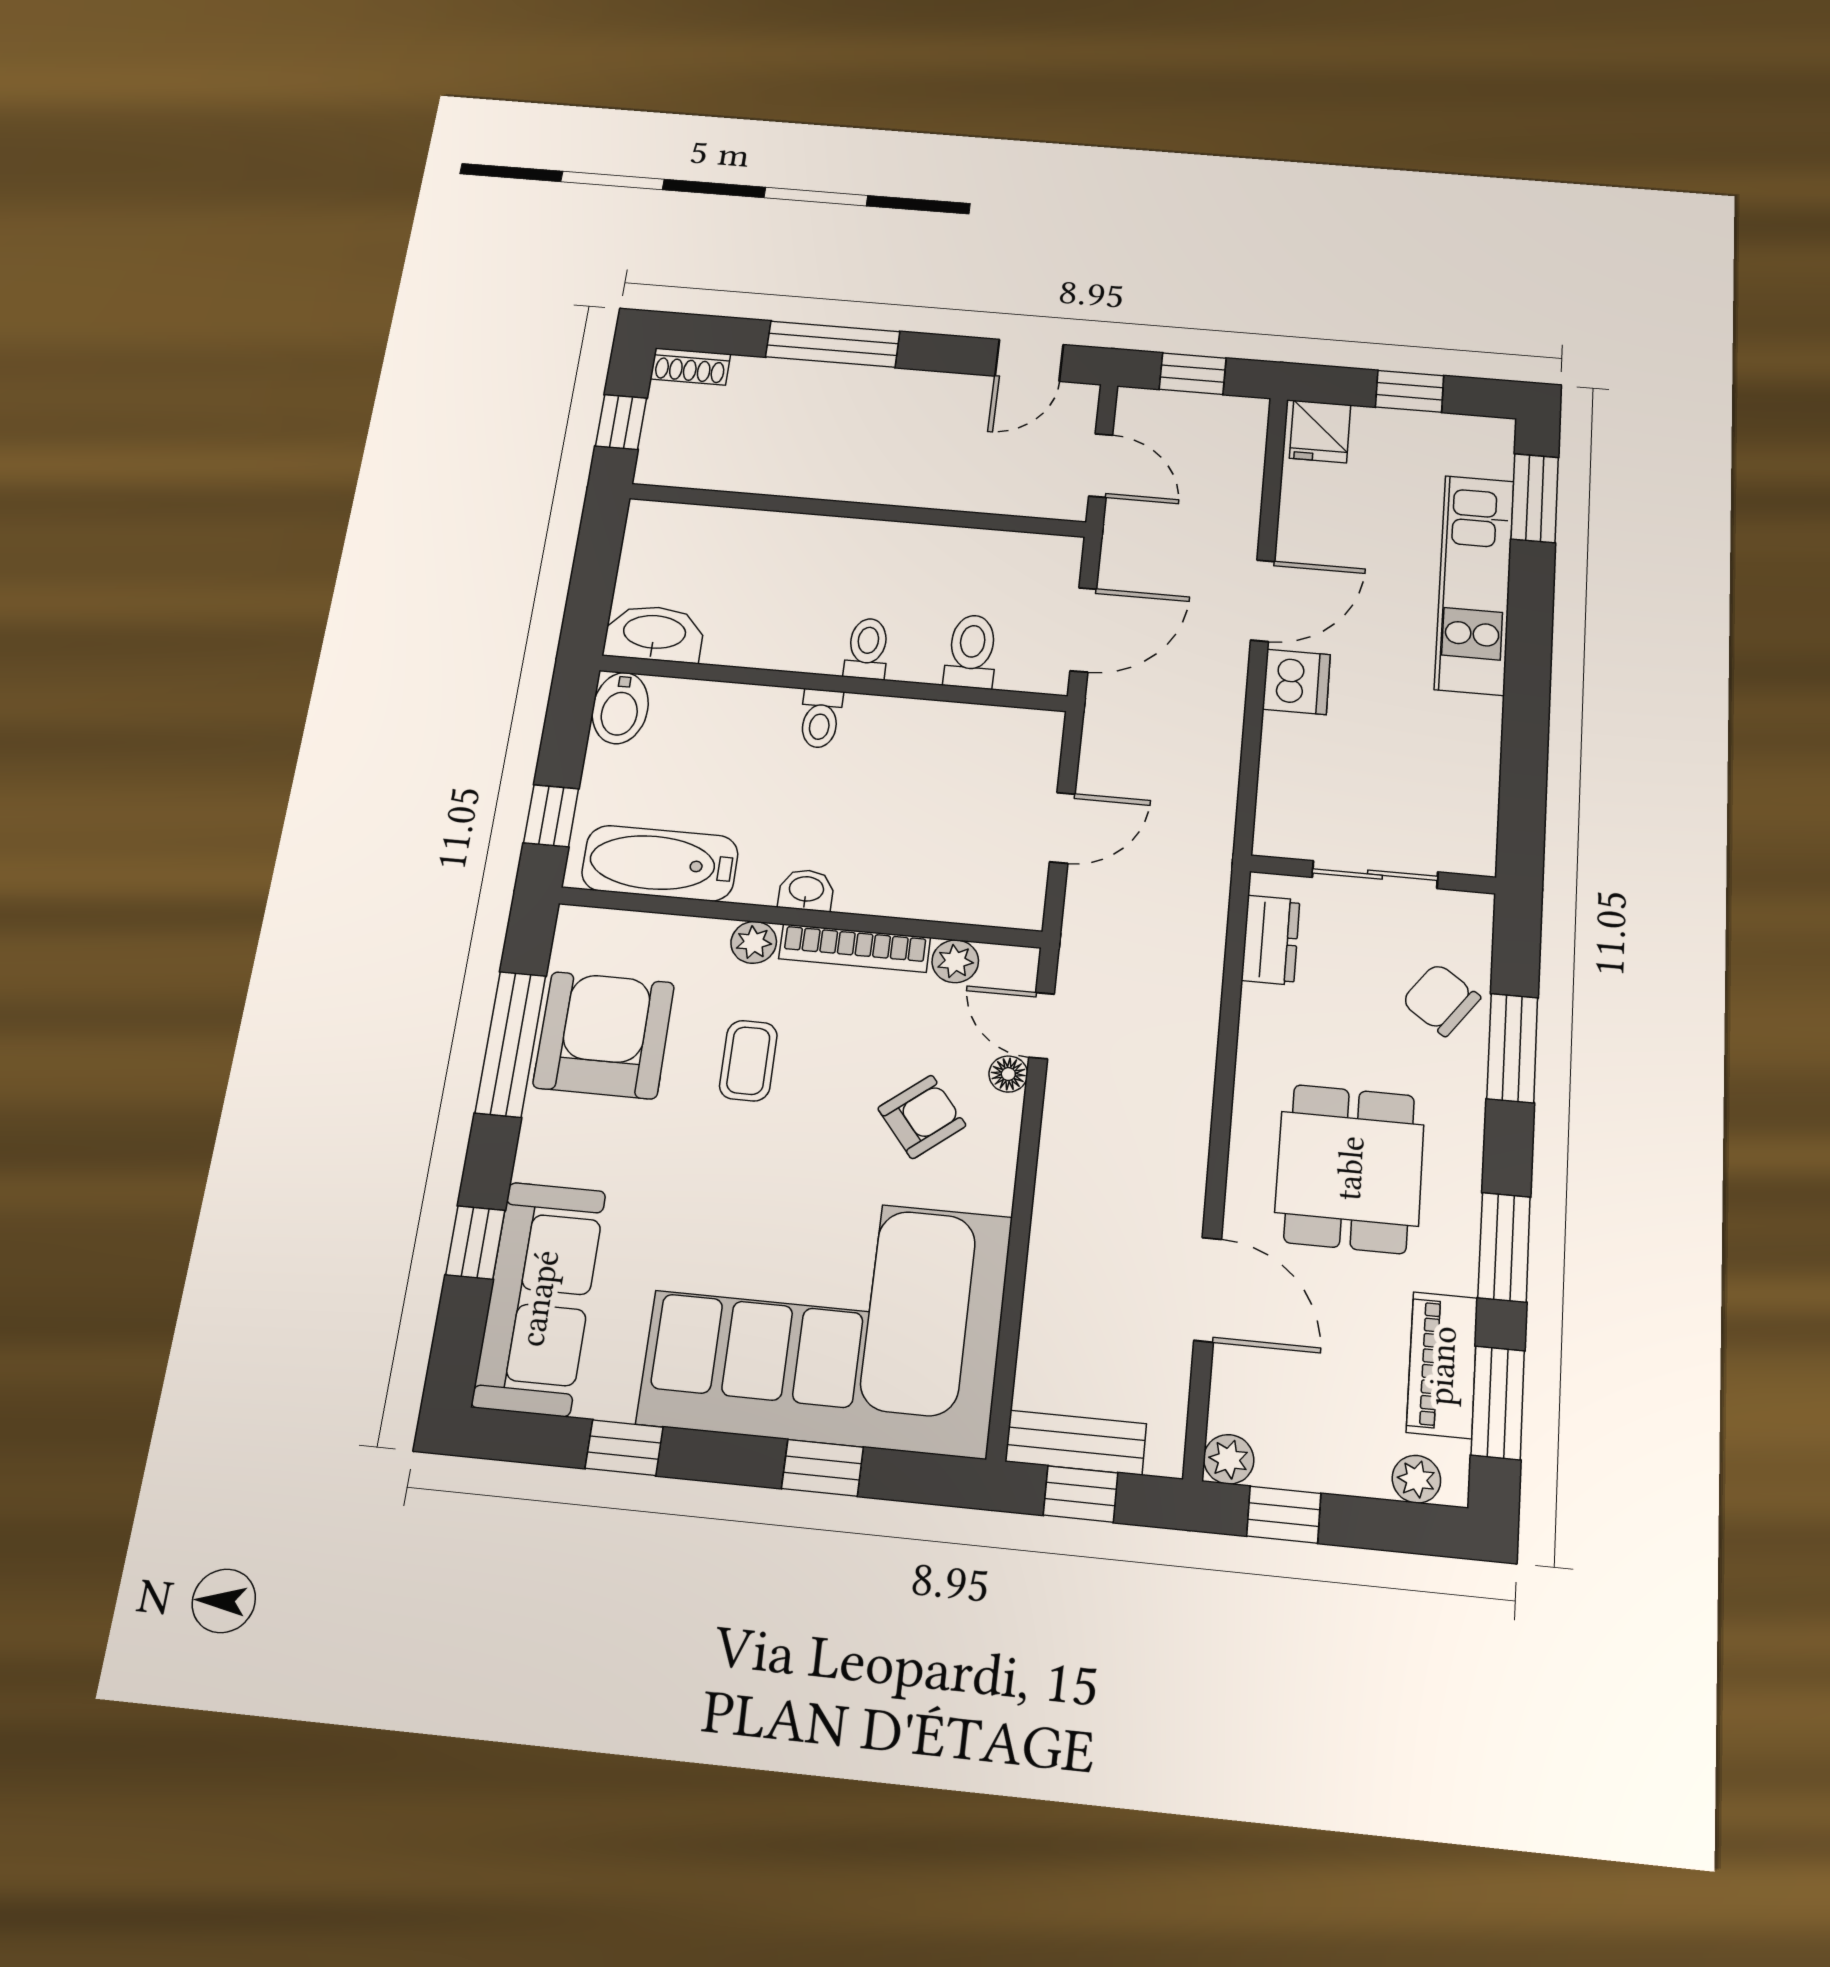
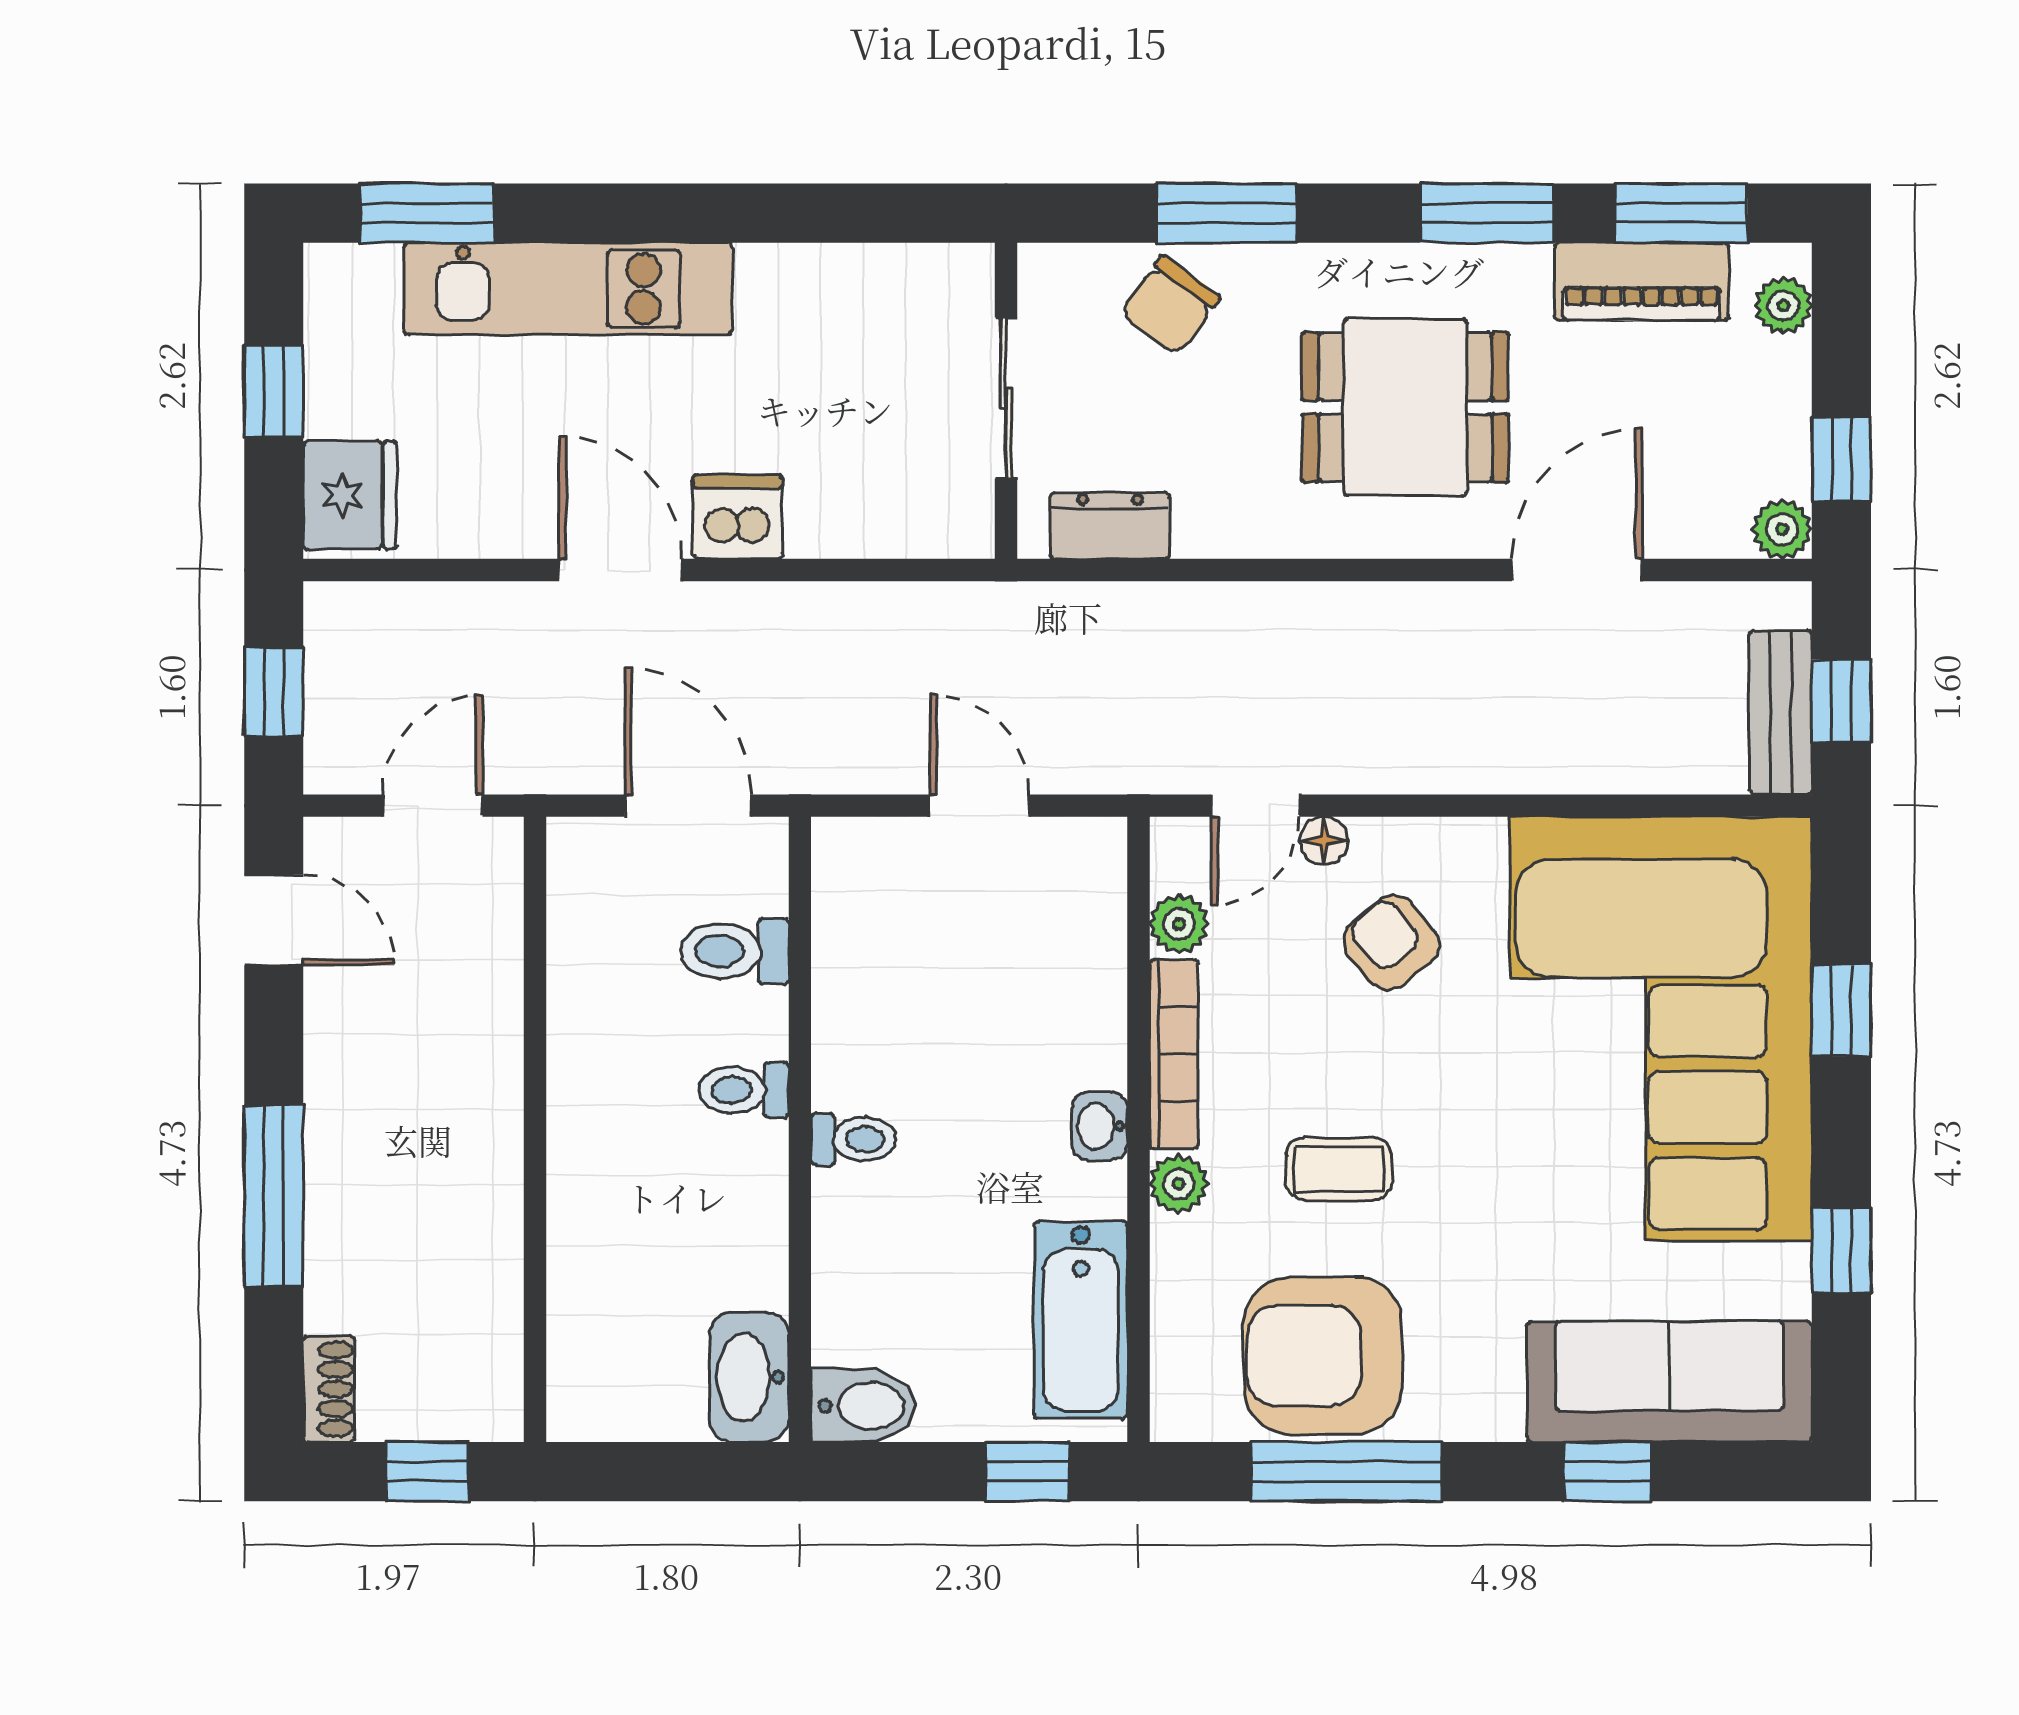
fridge: (1320, 431) -> (350, 495), width x1.38

